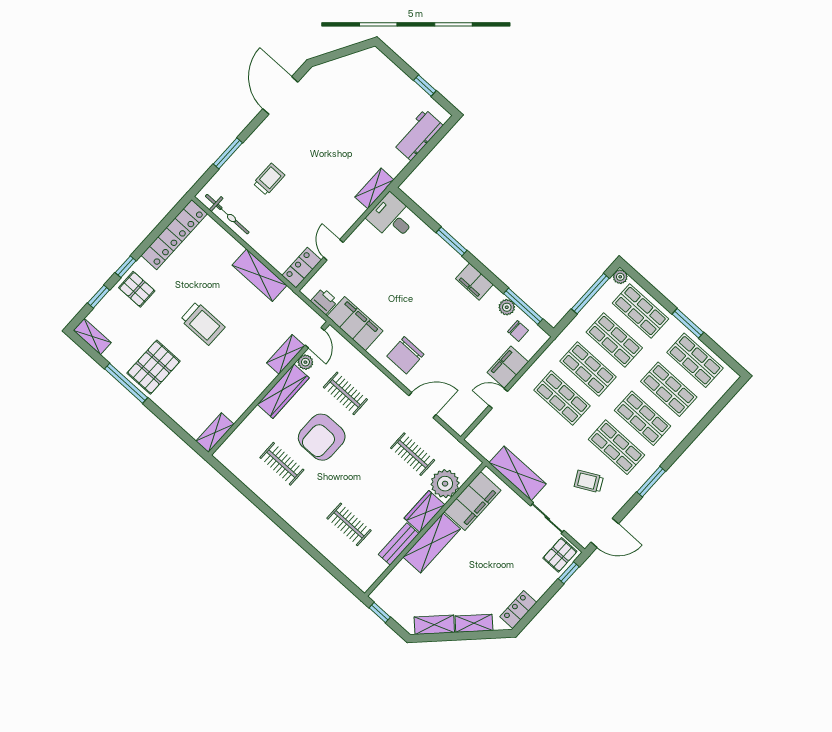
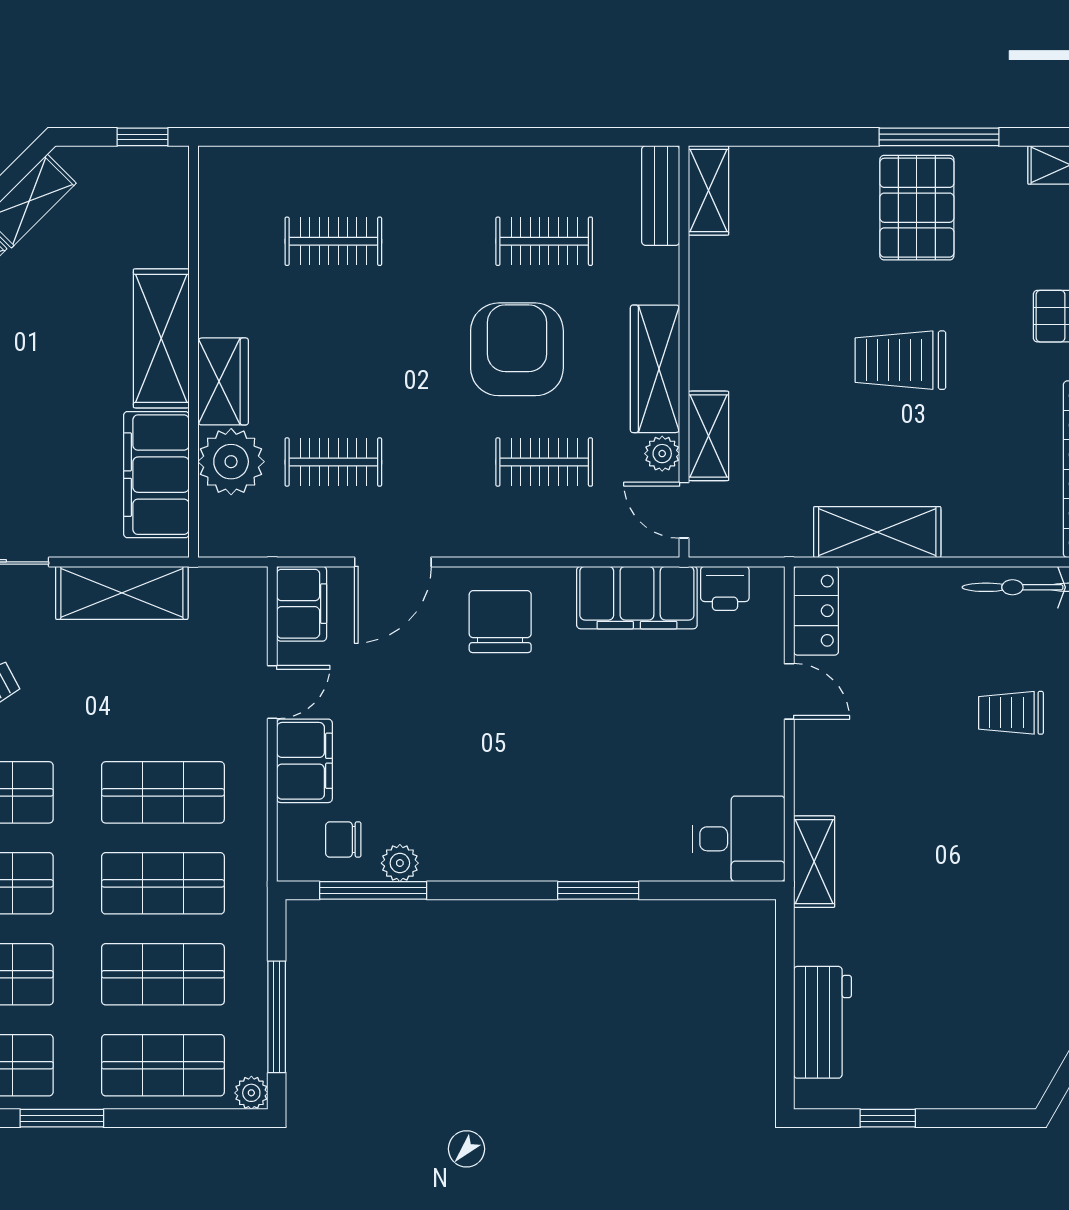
trolley: (269, 179) -> (1011, 713), turned 90
filing cabinet: (474, 282) -> (302, 604), moved, turned 90
bench: (399, 544) -> (661, 196), moved

